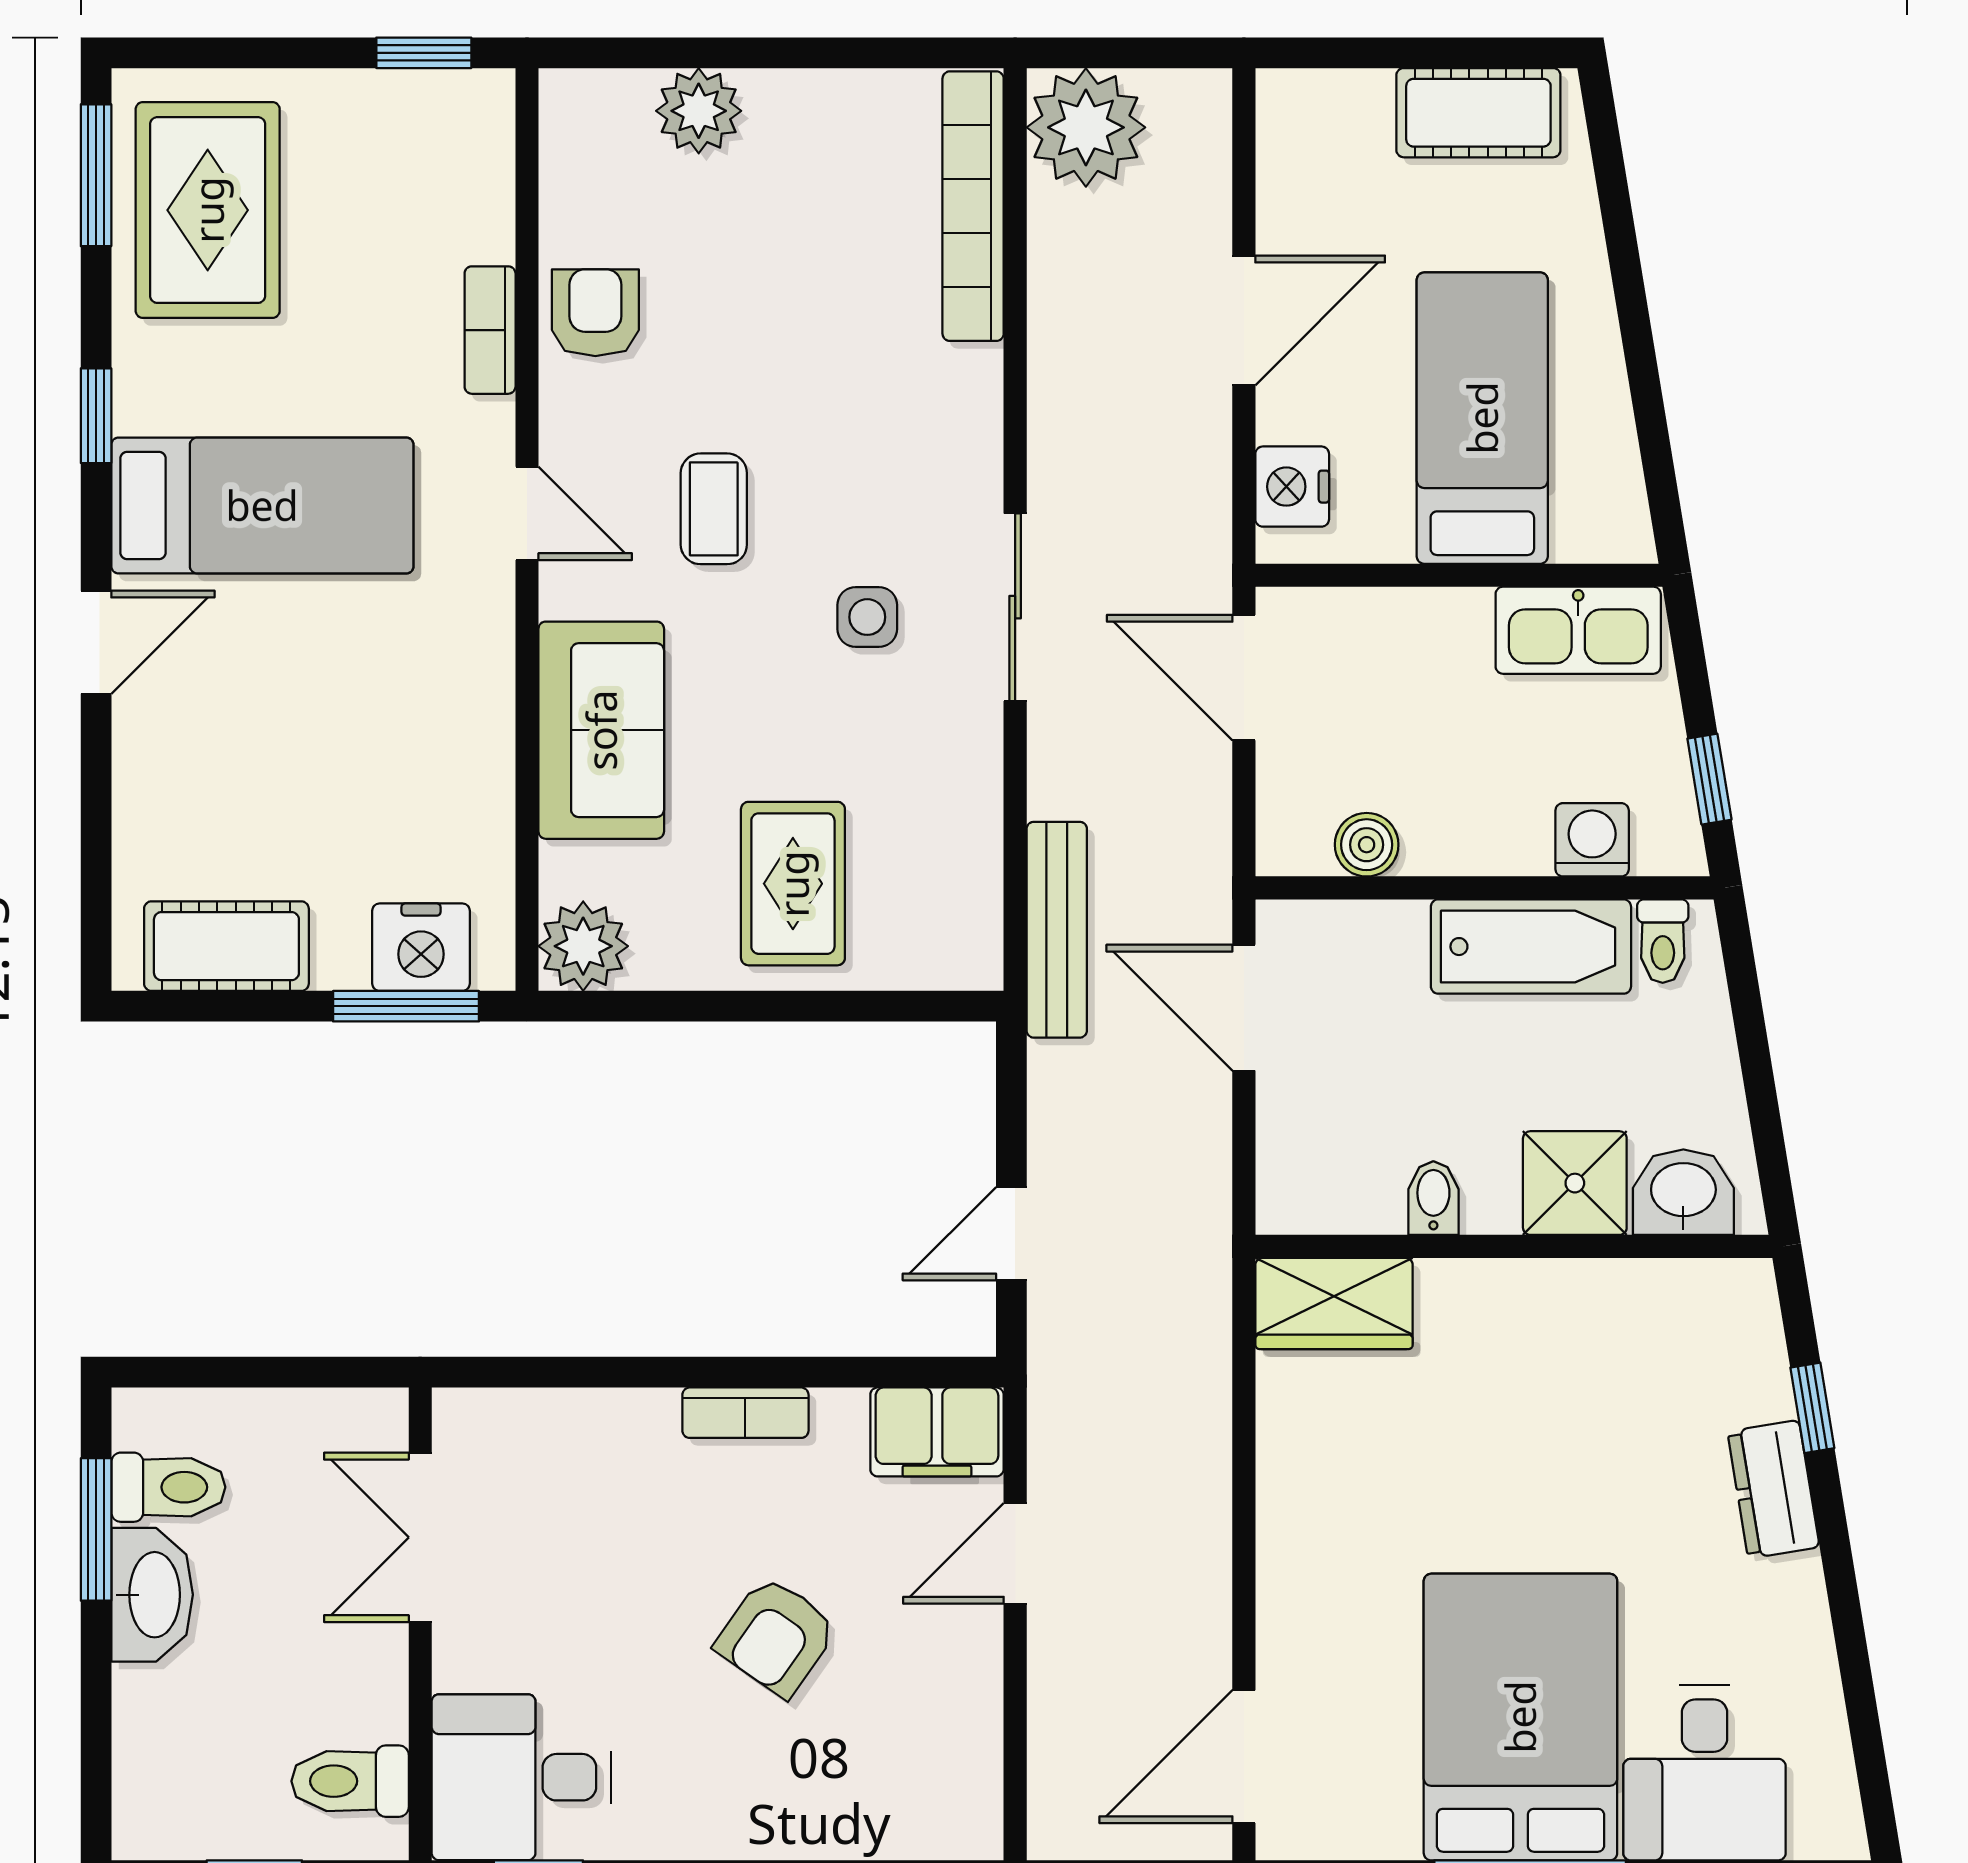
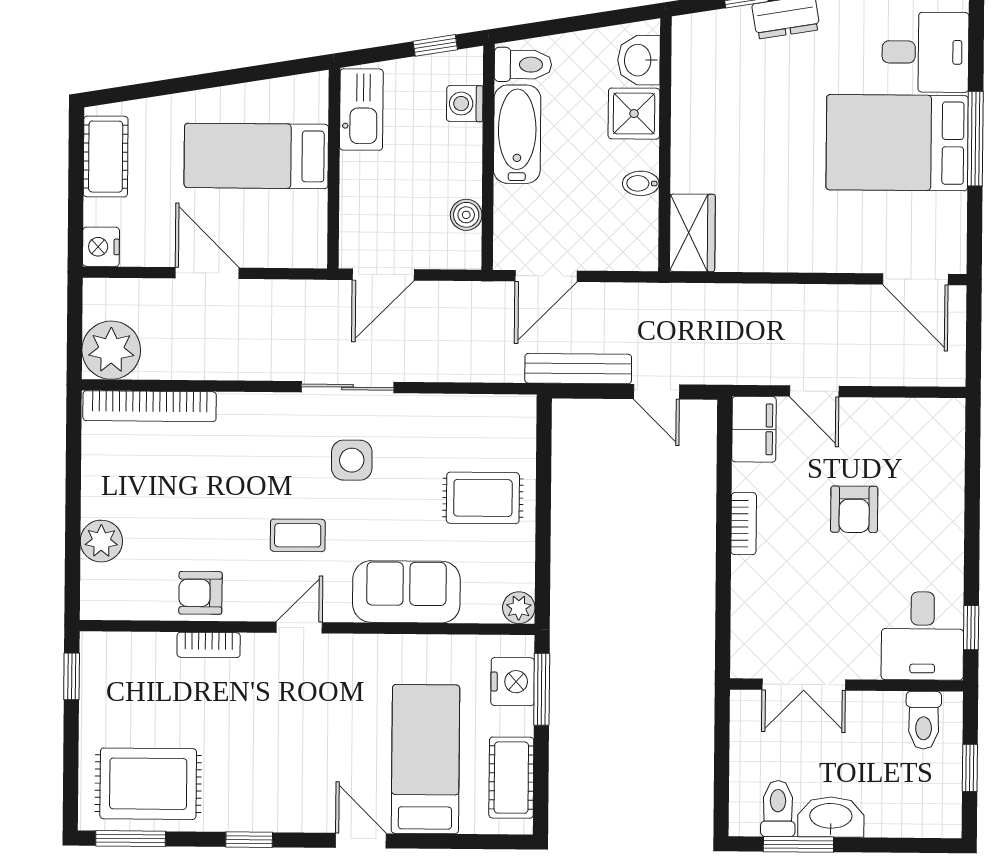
nightstand: (1292, 487) -> (101, 247), moved, turned 90
bed: (262, 505) -> (425, 759), moved
side table: (867, 617) -> (352, 460), width x1.37, depth x1.37
bench: (1057, 930) -> (578, 369), moved
toilet: (1663, 941) -> (523, 65), width x1.37, depth x1.39
plant: (583, 946) -> (519, 608), width x0.73, depth x0.73
armchair: (776, 1636) -> (854, 509), turned 55

